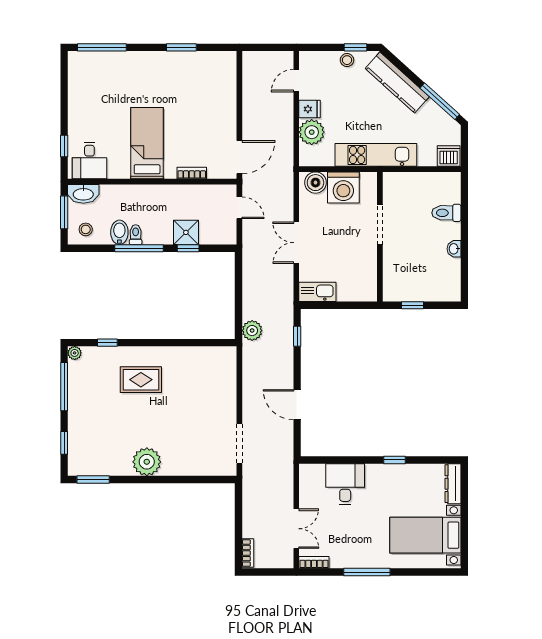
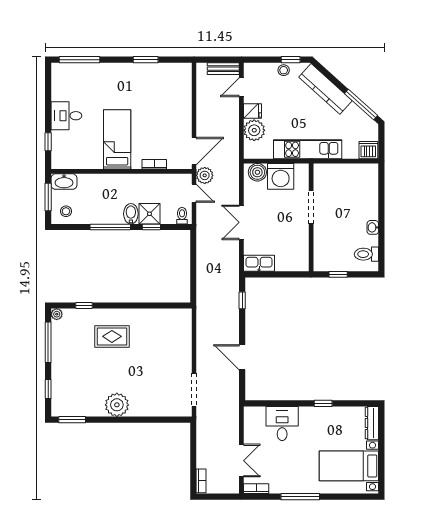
bench: (275, 58) -> (223, 69), added
desk: (89, 161) -> (66, 116), moved, turned 90
toilet: (446, 213) -> (366, 254), moved
bidet: (119, 232) -> (131, 214), moved
toilet: (136, 235) -> (182, 216), moved
plant: (252, 331) -> (205, 175), moved

